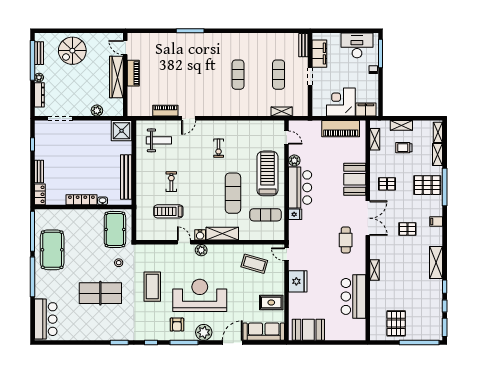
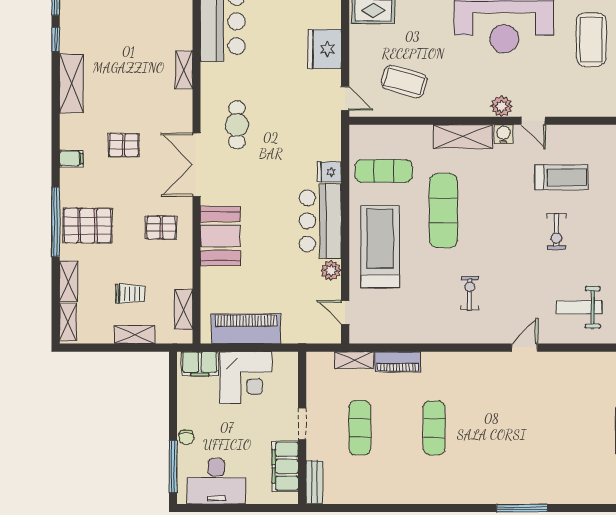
piano: (165, 111) -> (398, 362), moved
treadmill: (267, 173) -> (380, 247), turned 180

